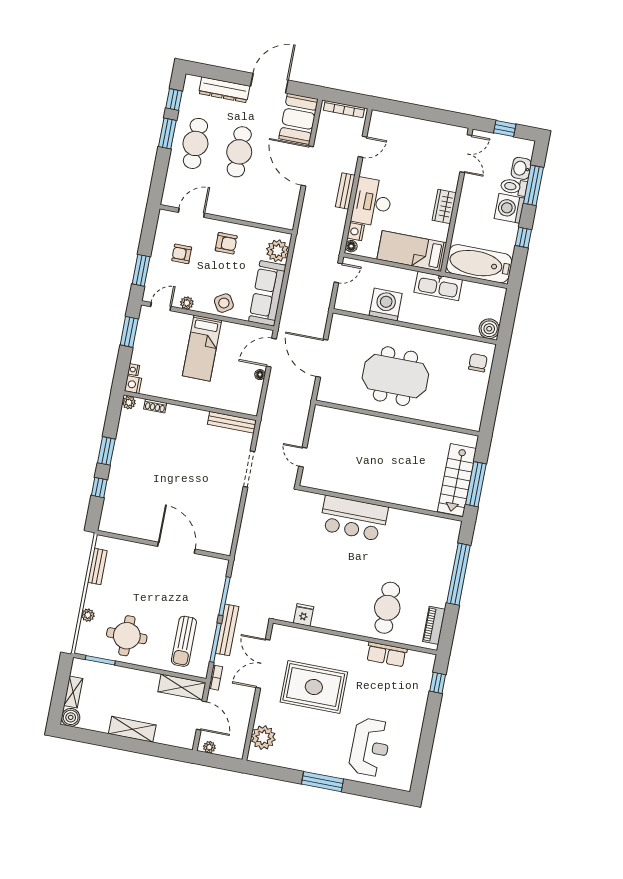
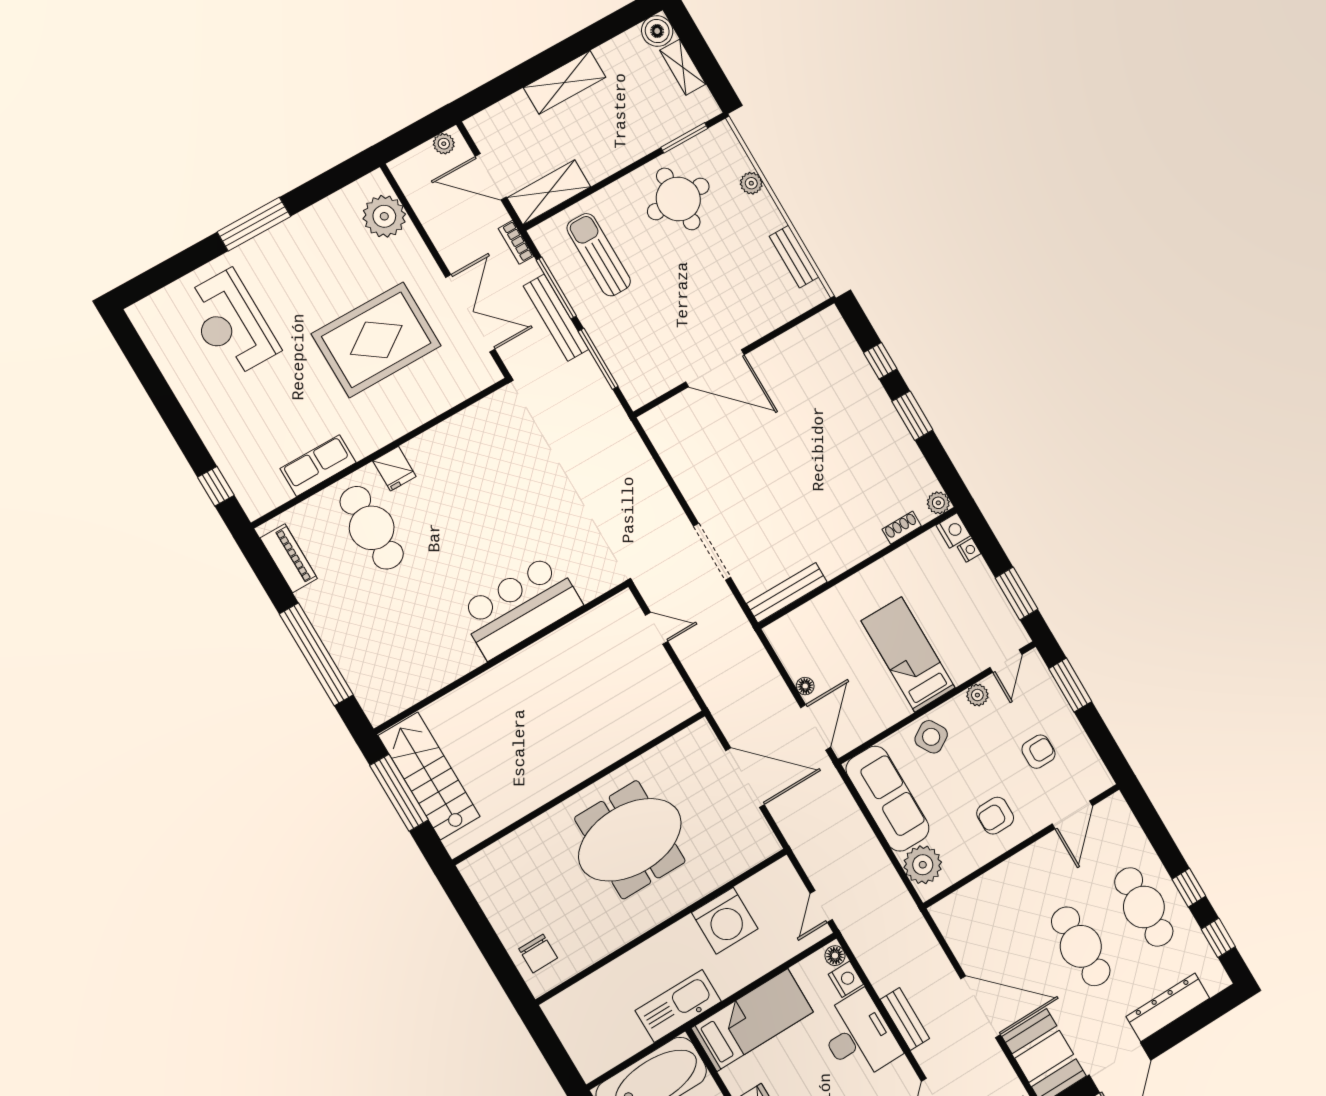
window: (167, 134) -> (1189, 888), width x0.67
boiler: (489, 329) -> (563, 1011), removed
fridge: (304, 615) -> (394, 469), moved

